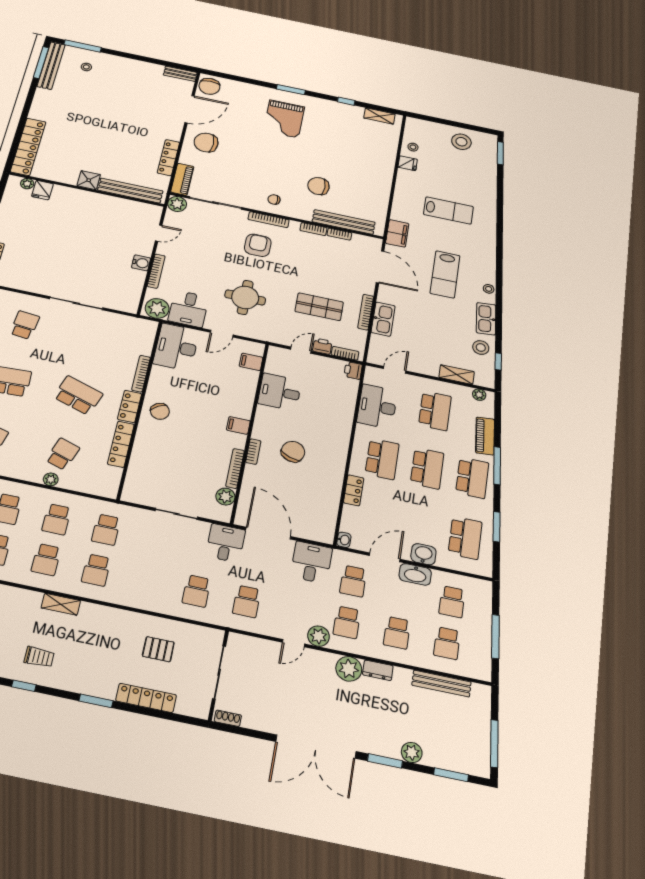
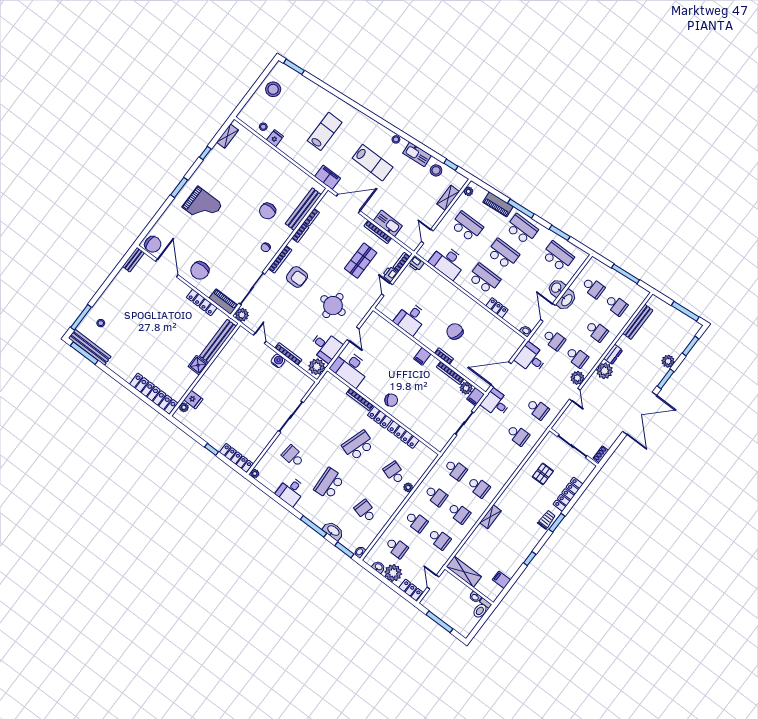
armchair: (258, 245) -> (297, 277), turned 180
filing cabinet: (251, 362) -> (476, 397), moved
trolley: (39, 657) -> (547, 520), moved

